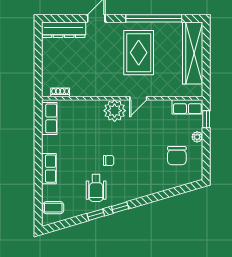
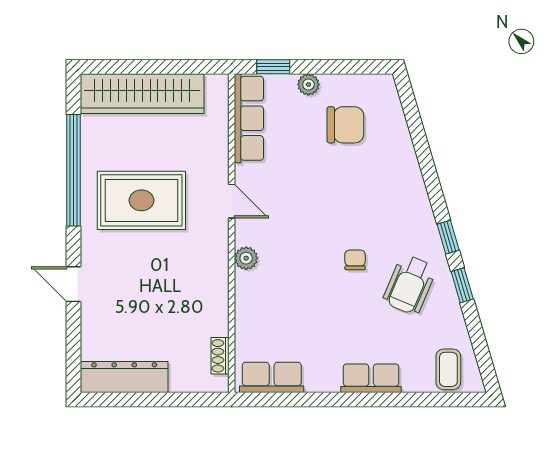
dresser: (64, 30) -> (124, 377), moved, turned -90
row of seats: (187, 107) -> (249, 118), width x1.48
plant: (115, 111) -> (246, 258), width x0.53, depth x0.53
wheelchair: (96, 188) -> (410, 285), turned 113

